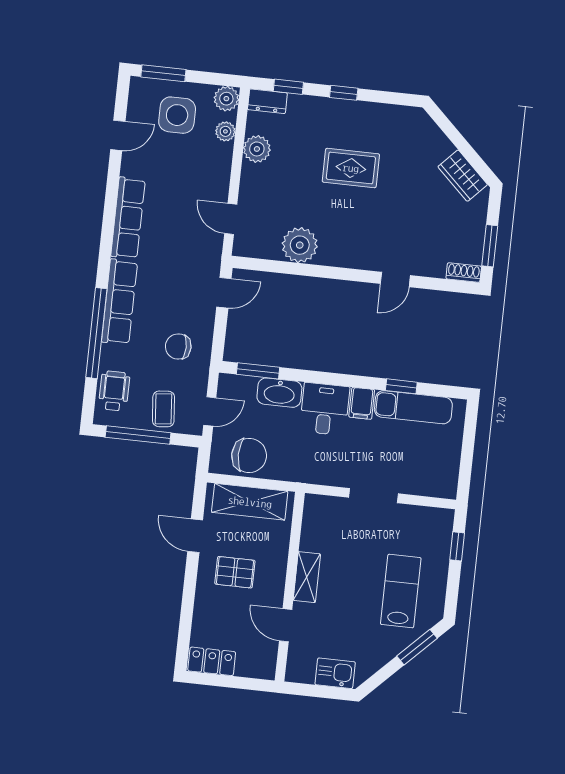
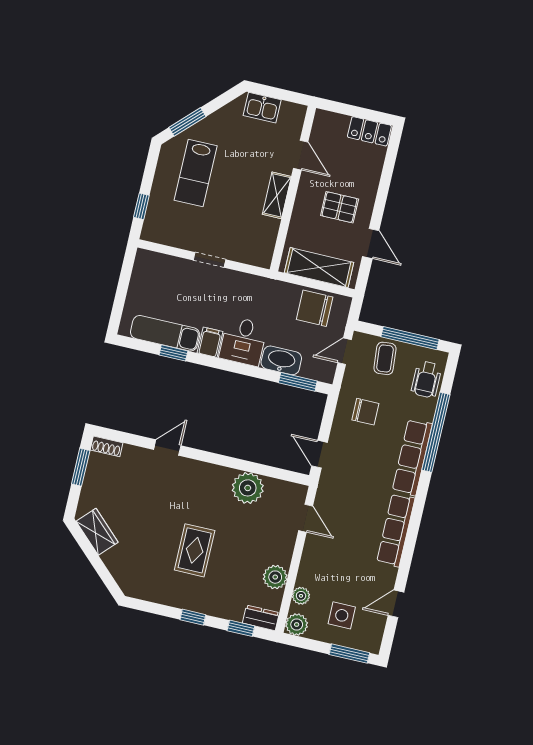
side table: (177, 115) -> (342, 615), width x0.73, depth x0.73
rug: (351, 168) -> (195, 550), turned 90
door: (224, 293) -> (319, 454), hinge flipped
doorway: (374, 496) -> (209, 260), width x0.73

